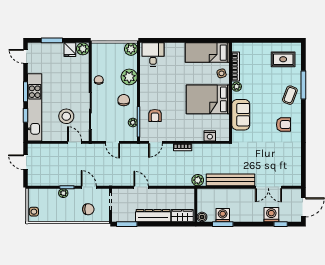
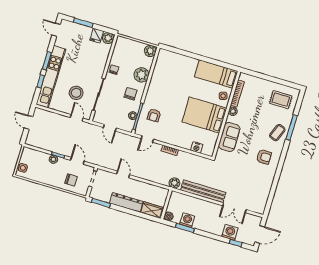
desk: (153, 54) -> (168, 61), removed

